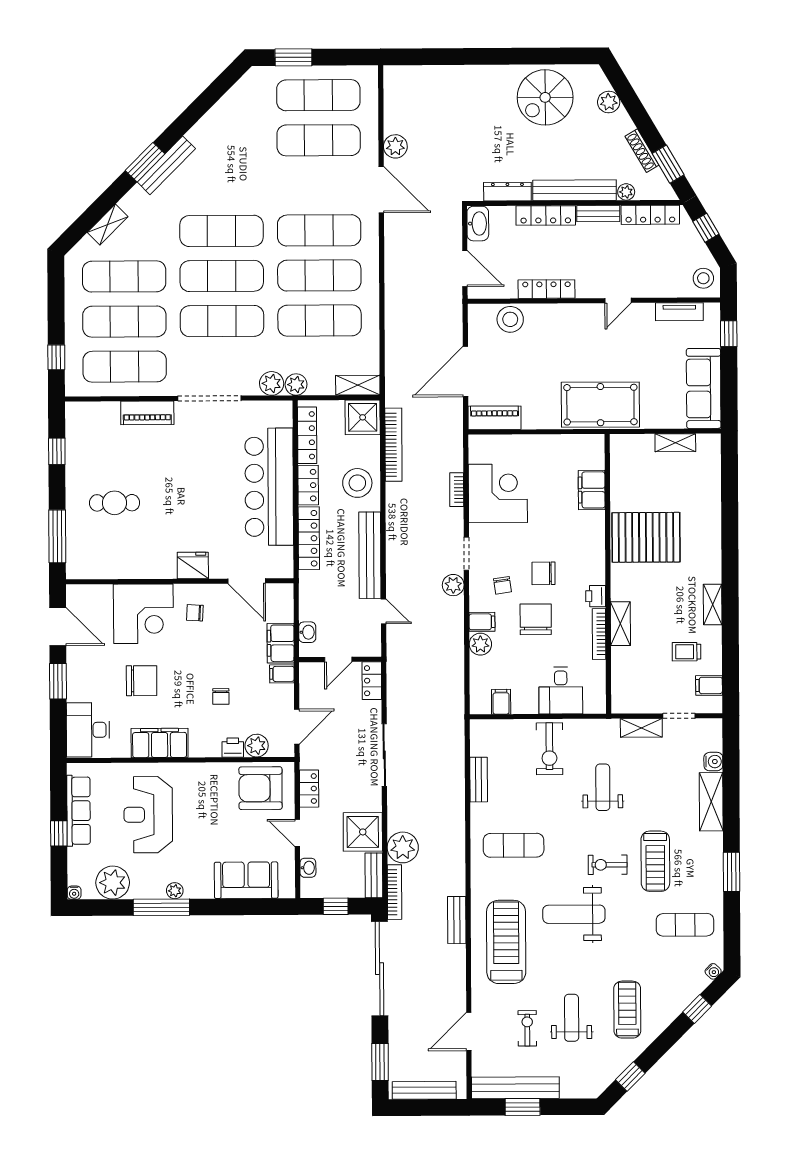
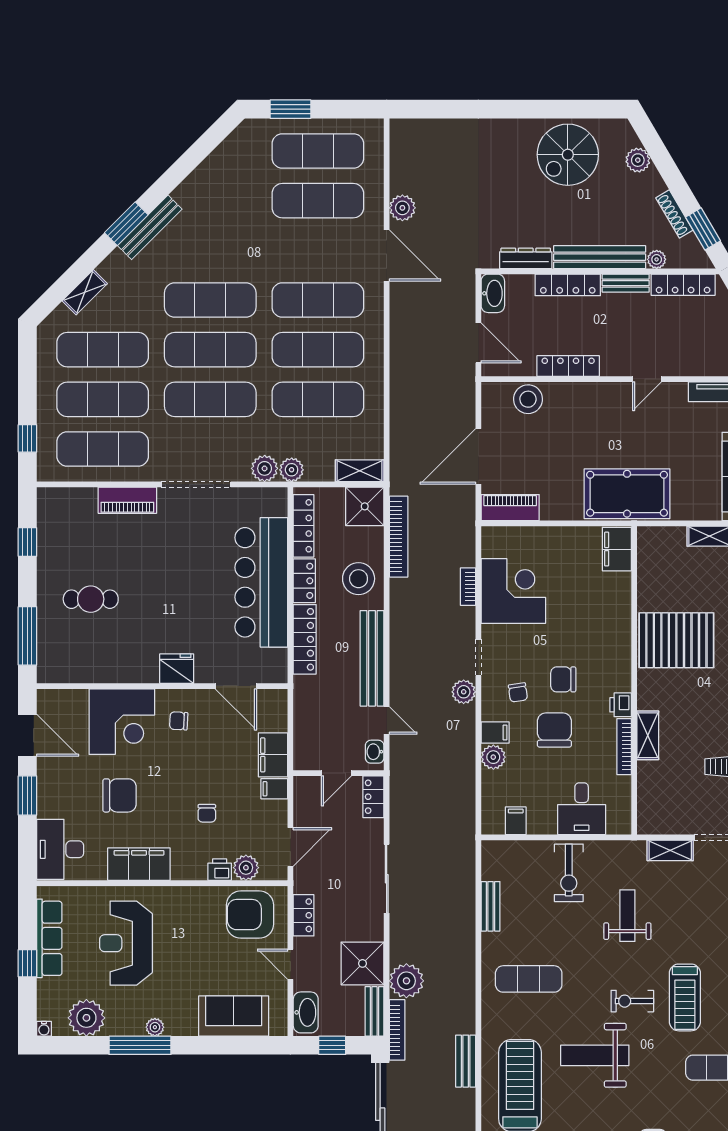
filing cabinet: (592, 490) -> (617, 549), moved
washbasin: (307, 632) -> (375, 752), moved, turned 180
washbasin: (308, 868) -> (306, 1012), width x1.91, depth x1.45

